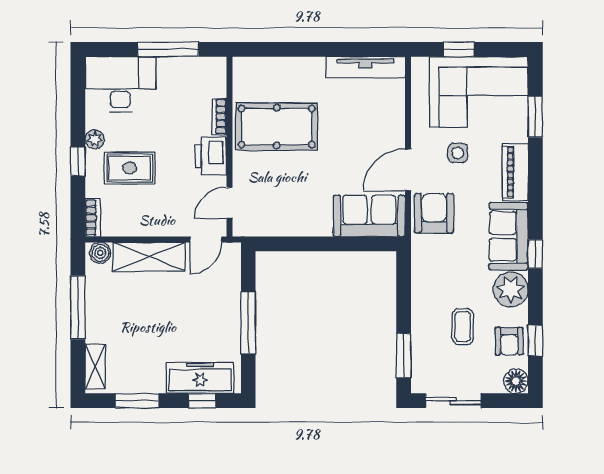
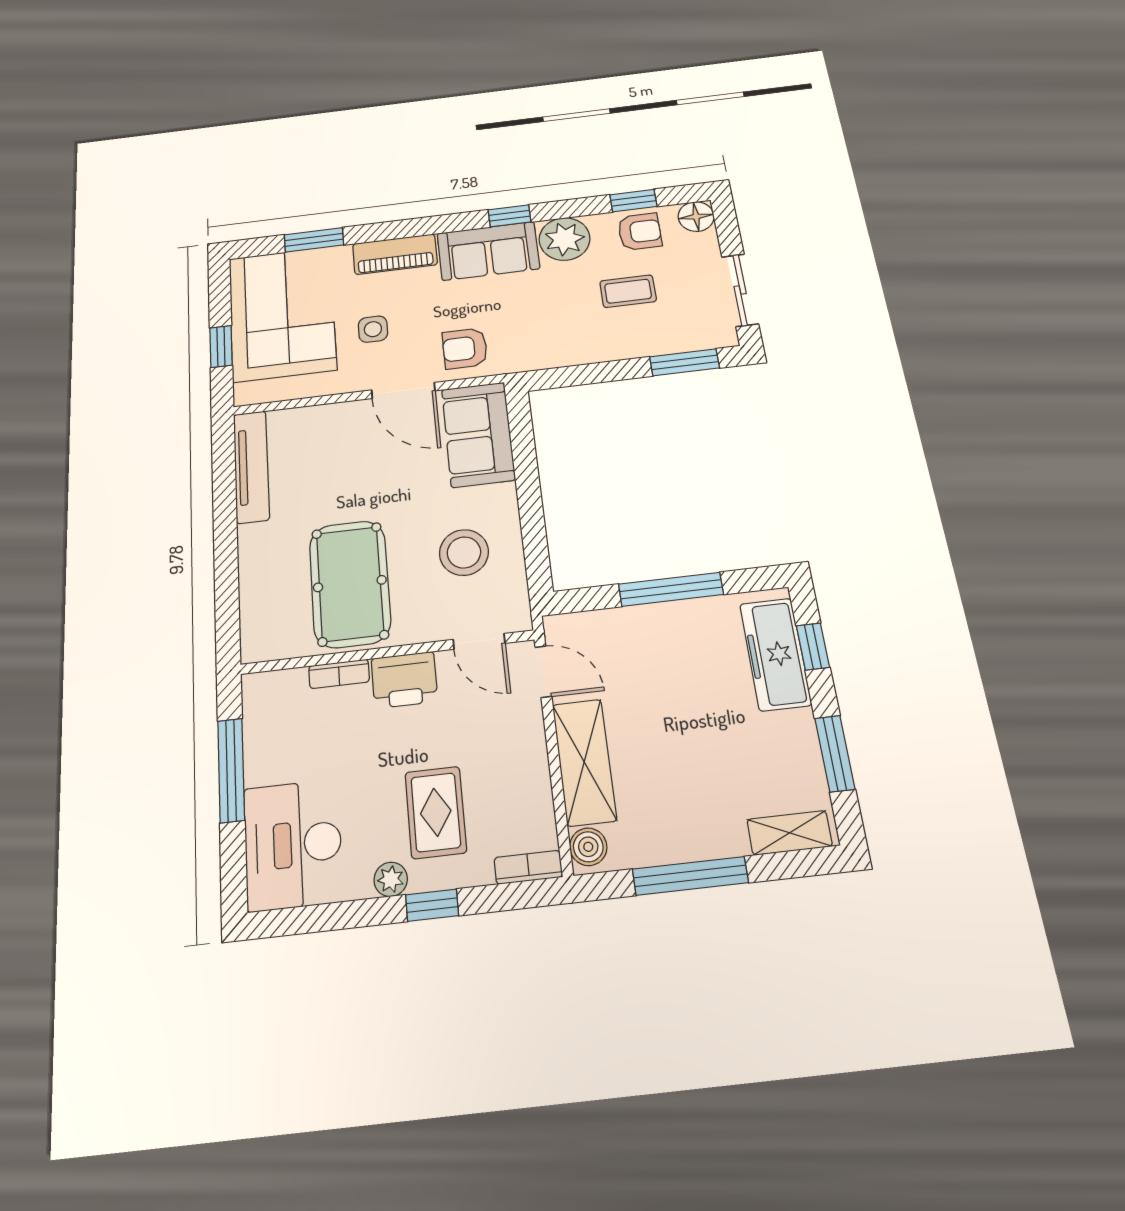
stool: (288, 199) -> (464, 552), added
armchair: (434, 213) -> (465, 348), width x0.72, depth x0.72

